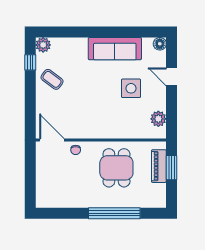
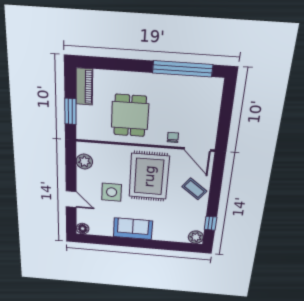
sofa: (115, 49) -> (133, 229), width x0.73
coffee table: (52, 79) -> (194, 189), moved
rug: (95, 108) -> (149, 176), added
piano: (159, 166) -> (84, 87), moved
window: (114, 213) -> (183, 69), moved

